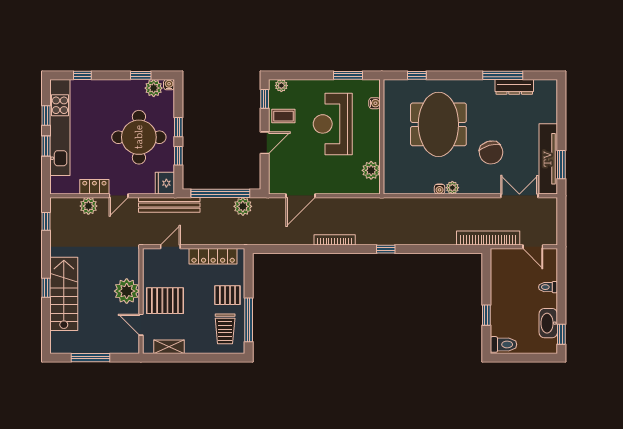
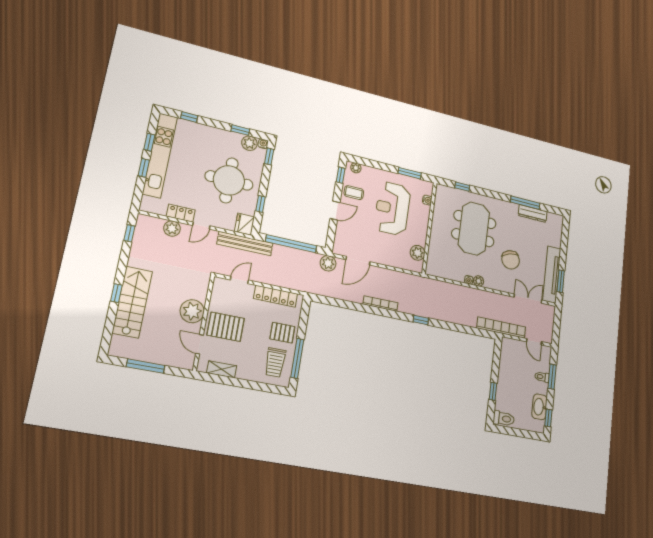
window: (178, 127) -> (269, 156), moved
plant: (243, 206) -> (328, 263), moved
window: (561, 284) -> (552, 377), added

